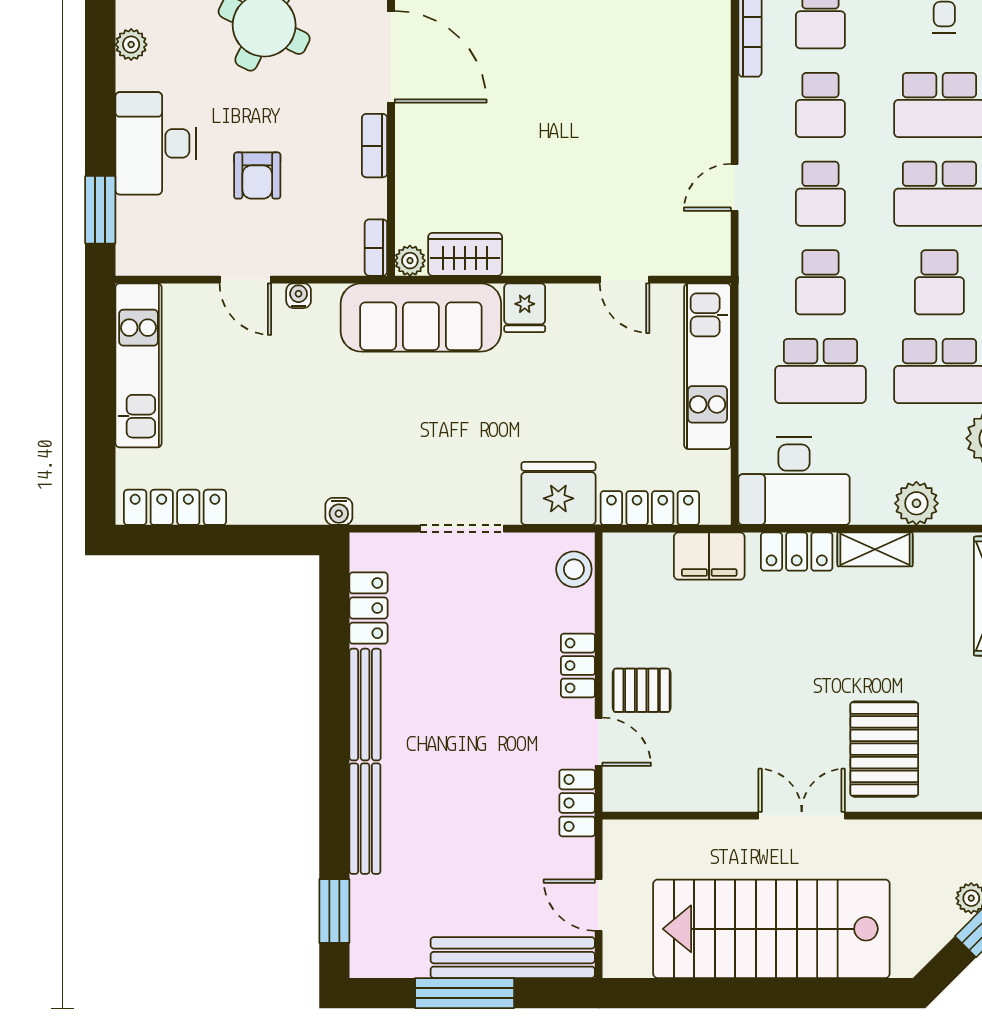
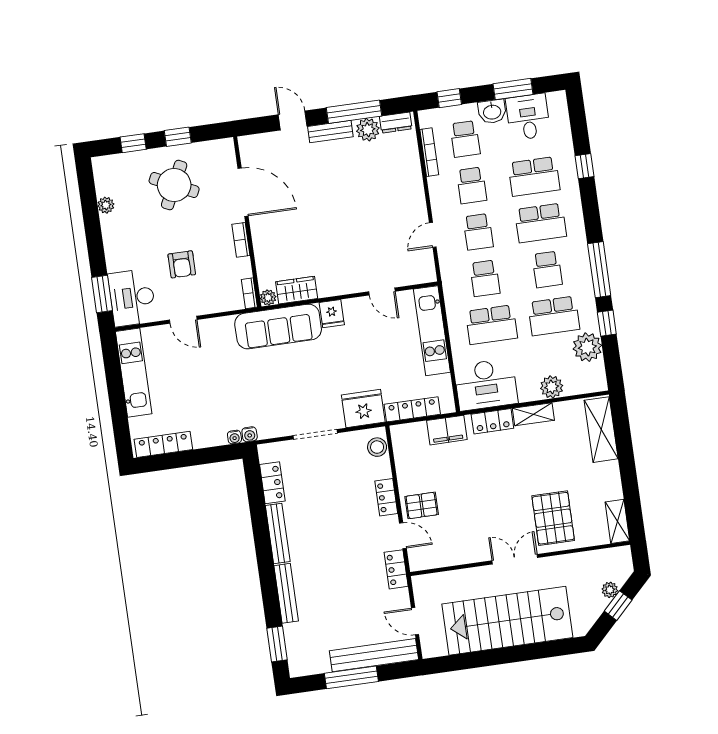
desk: (156, 143) -> (132, 298), moved
water cooler: (299, 296) -> (234, 437), moved, turned 180

